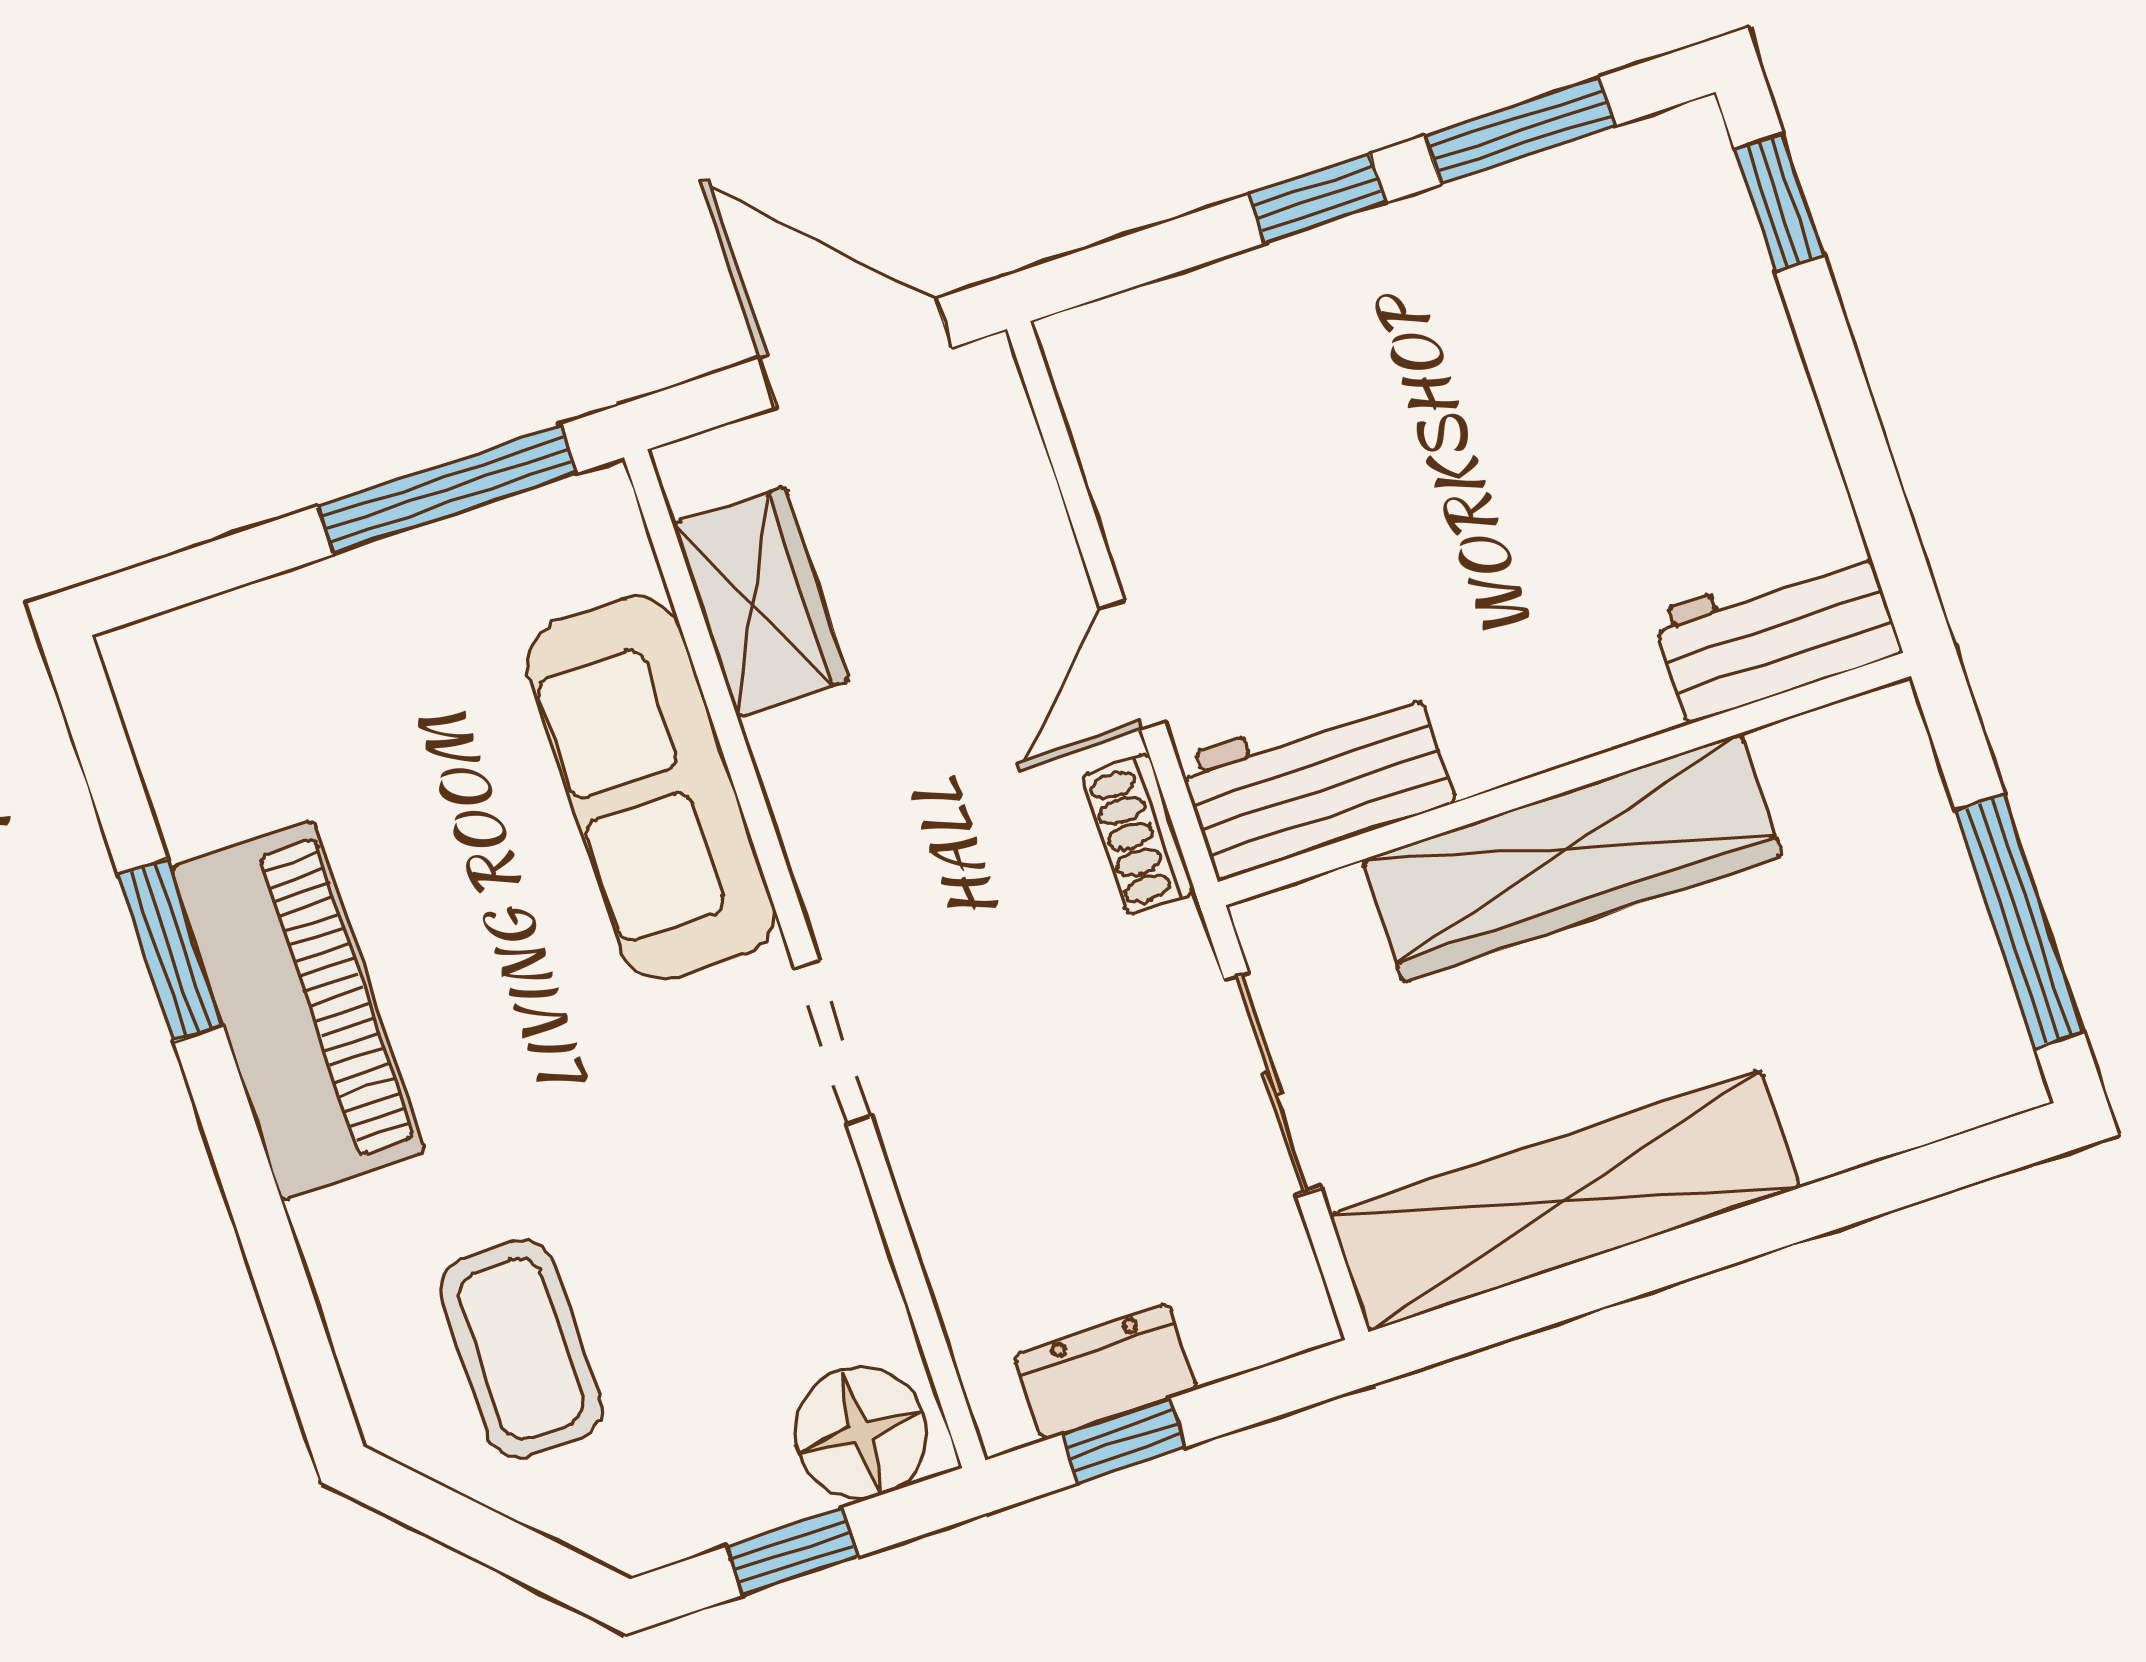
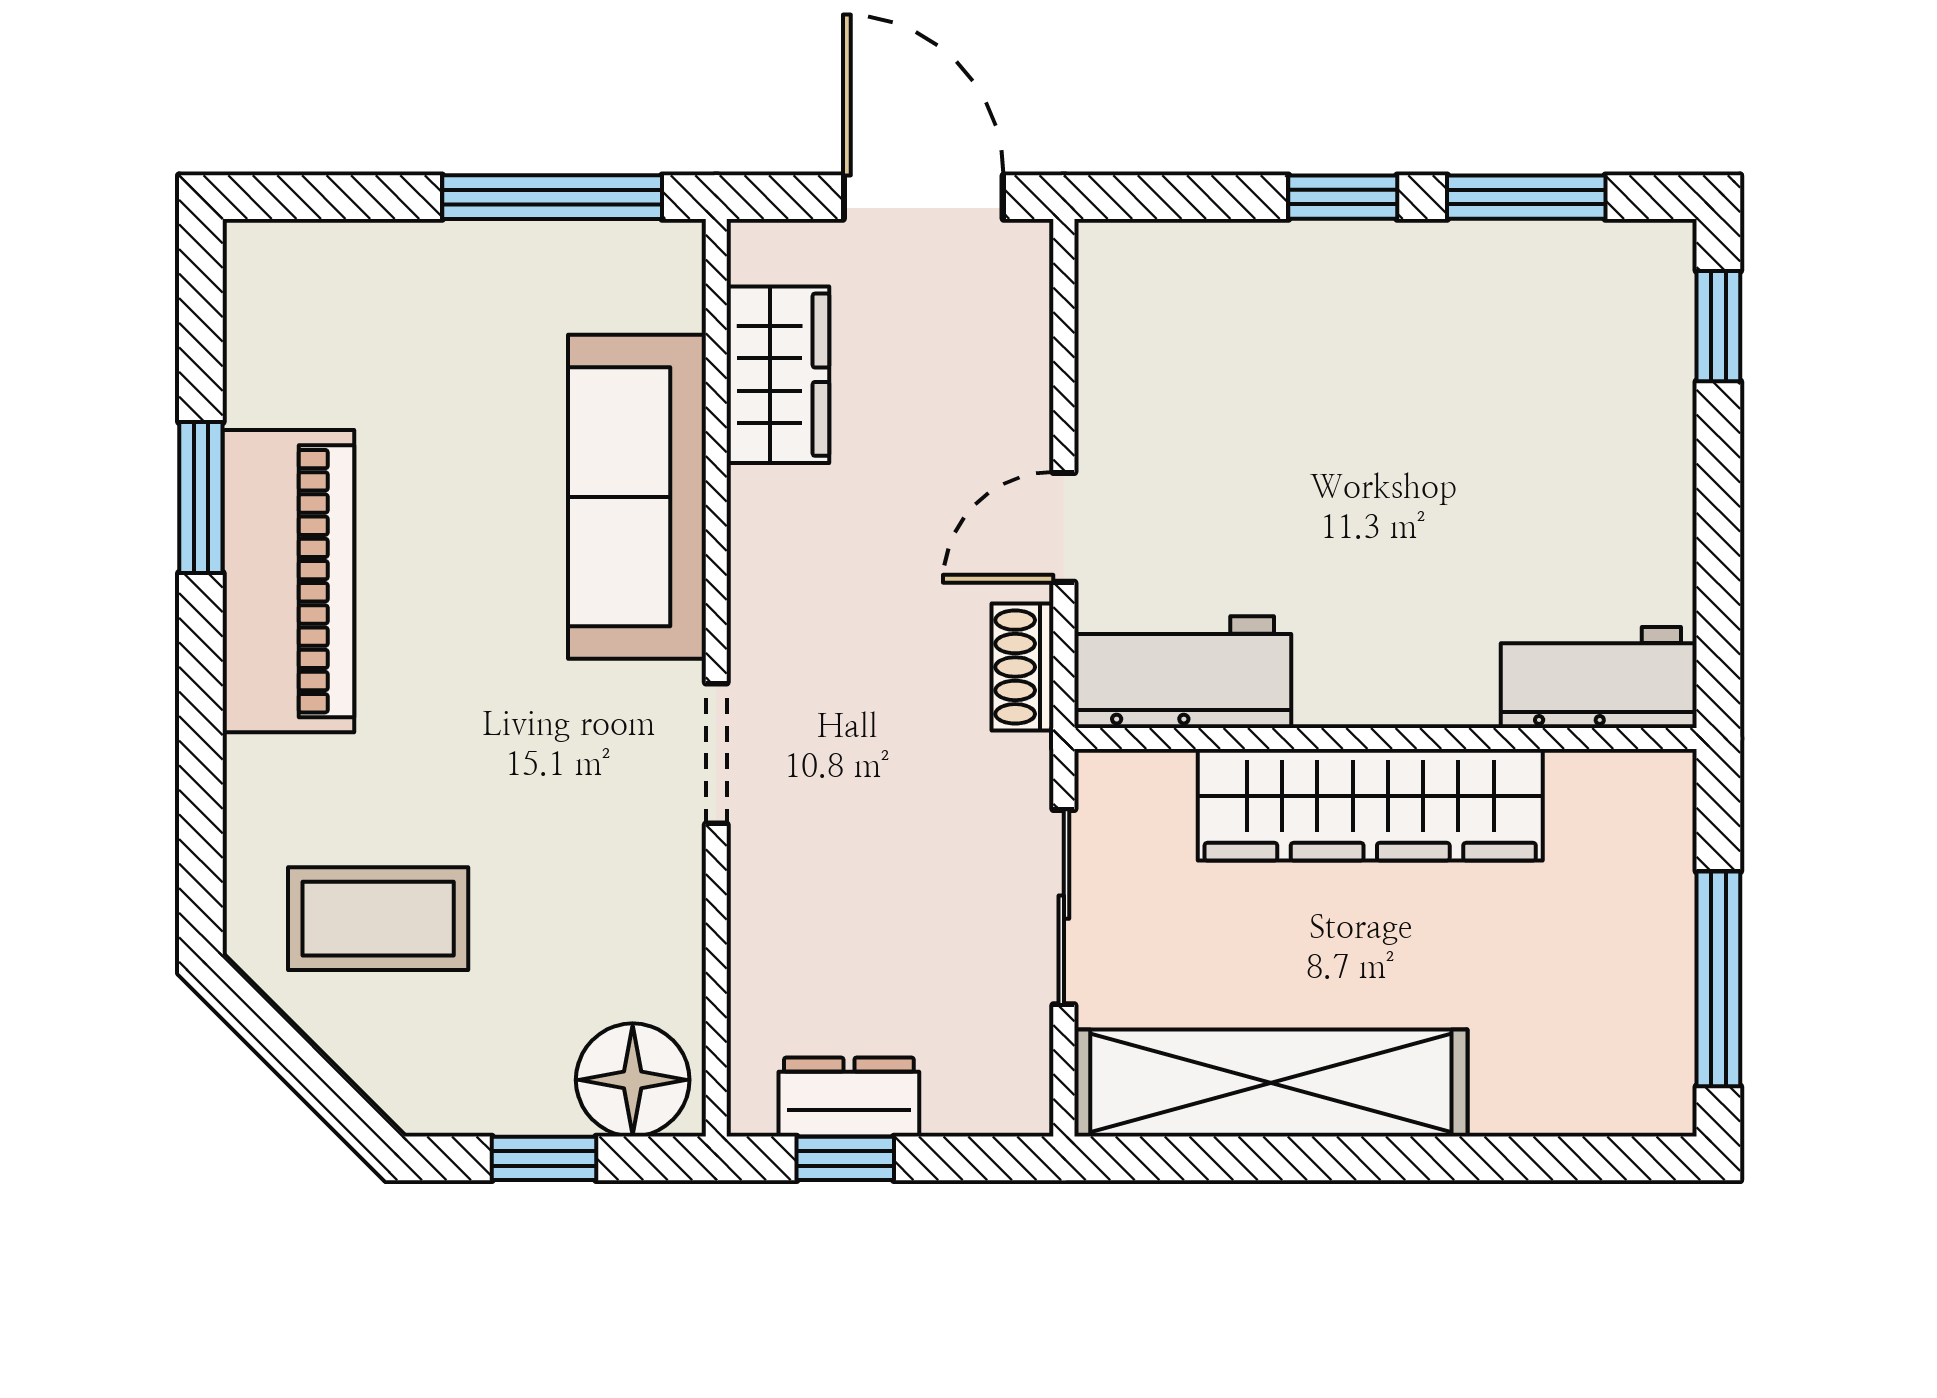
coffee table: (521, 1349) -> (378, 919), turned 90

